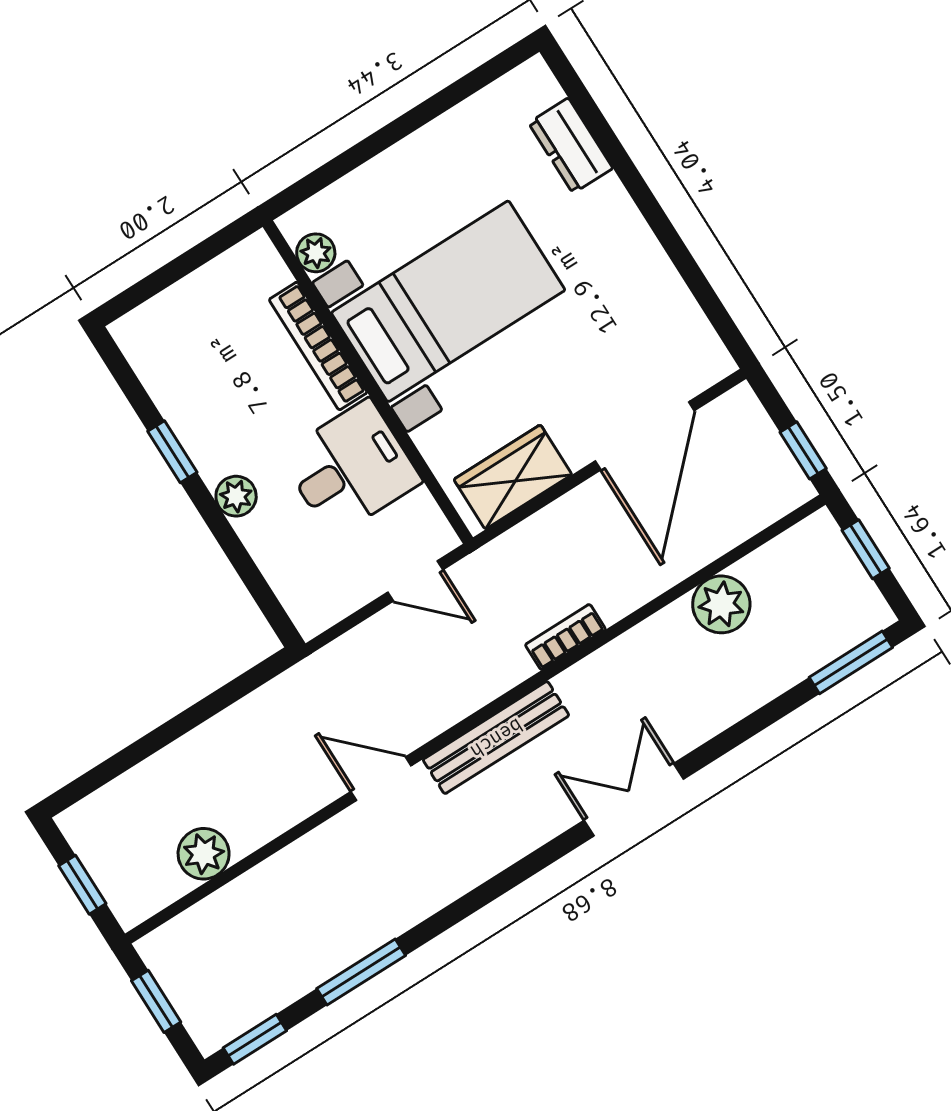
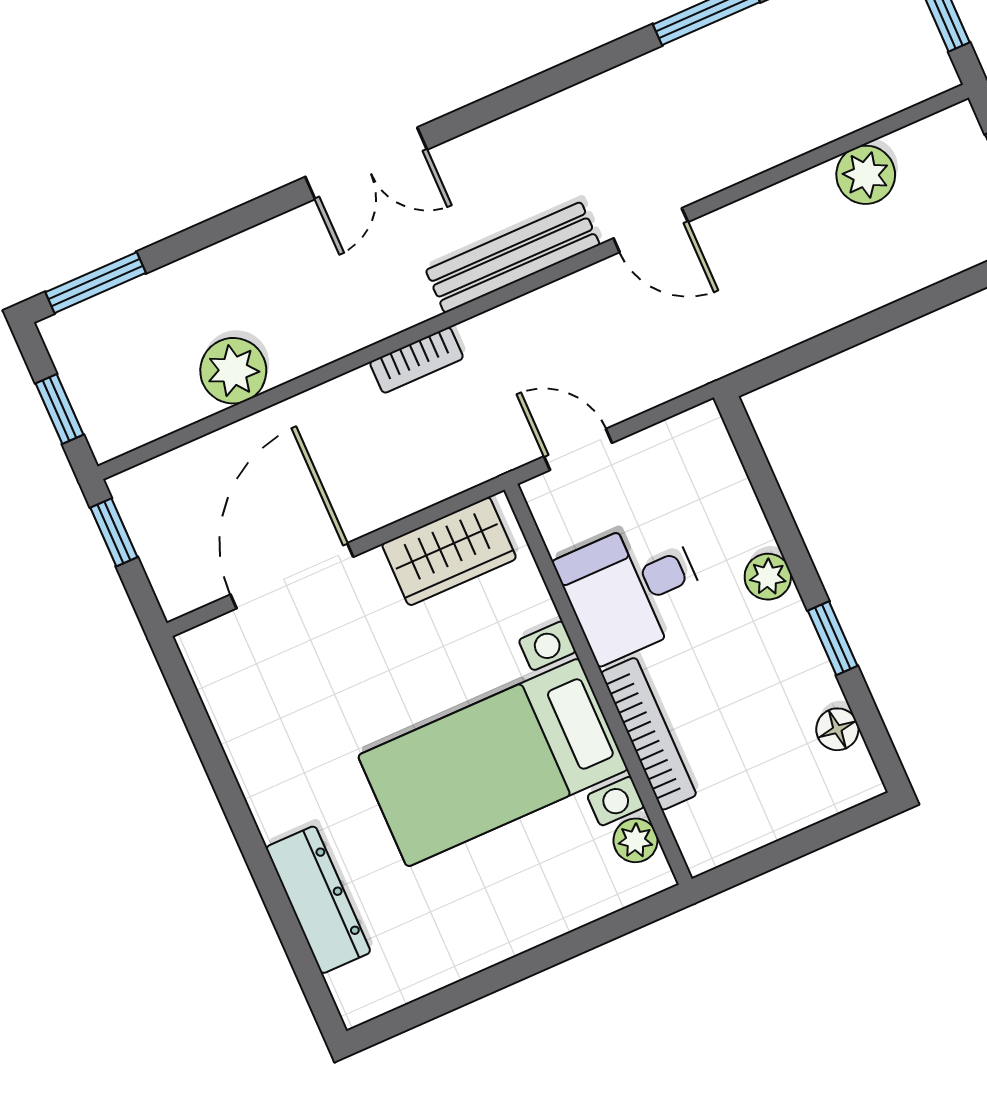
dresser: (571, 146) -> (318, 900), width x1.44
floor lamp: (157, 374) -> (837, 729), added

